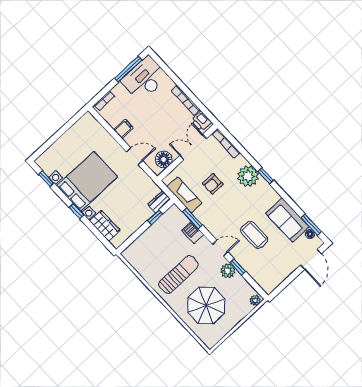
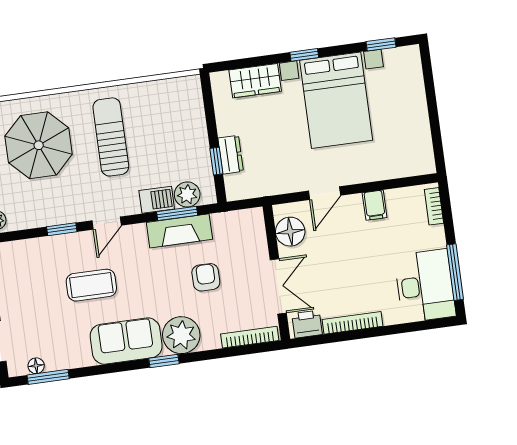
fireplace: (184, 195) -> (179, 231), moved
dresser: (159, 202) -> (231, 155), moved
sofa: (287, 220) -> (126, 341), moved
plant: (228, 271) -> (187, 194), moved
sun lounger: (179, 274) -> (111, 137), turned 180

